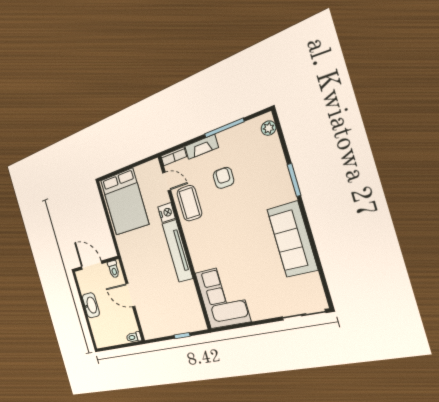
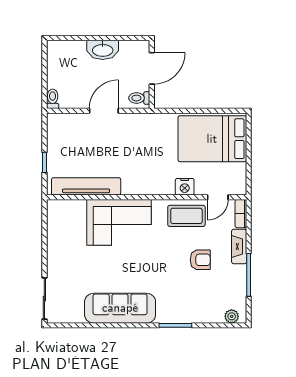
tv unit: (177, 251) -> (86, 186), moved
corner sofa: (222, 297) -> (119, 222), moved

